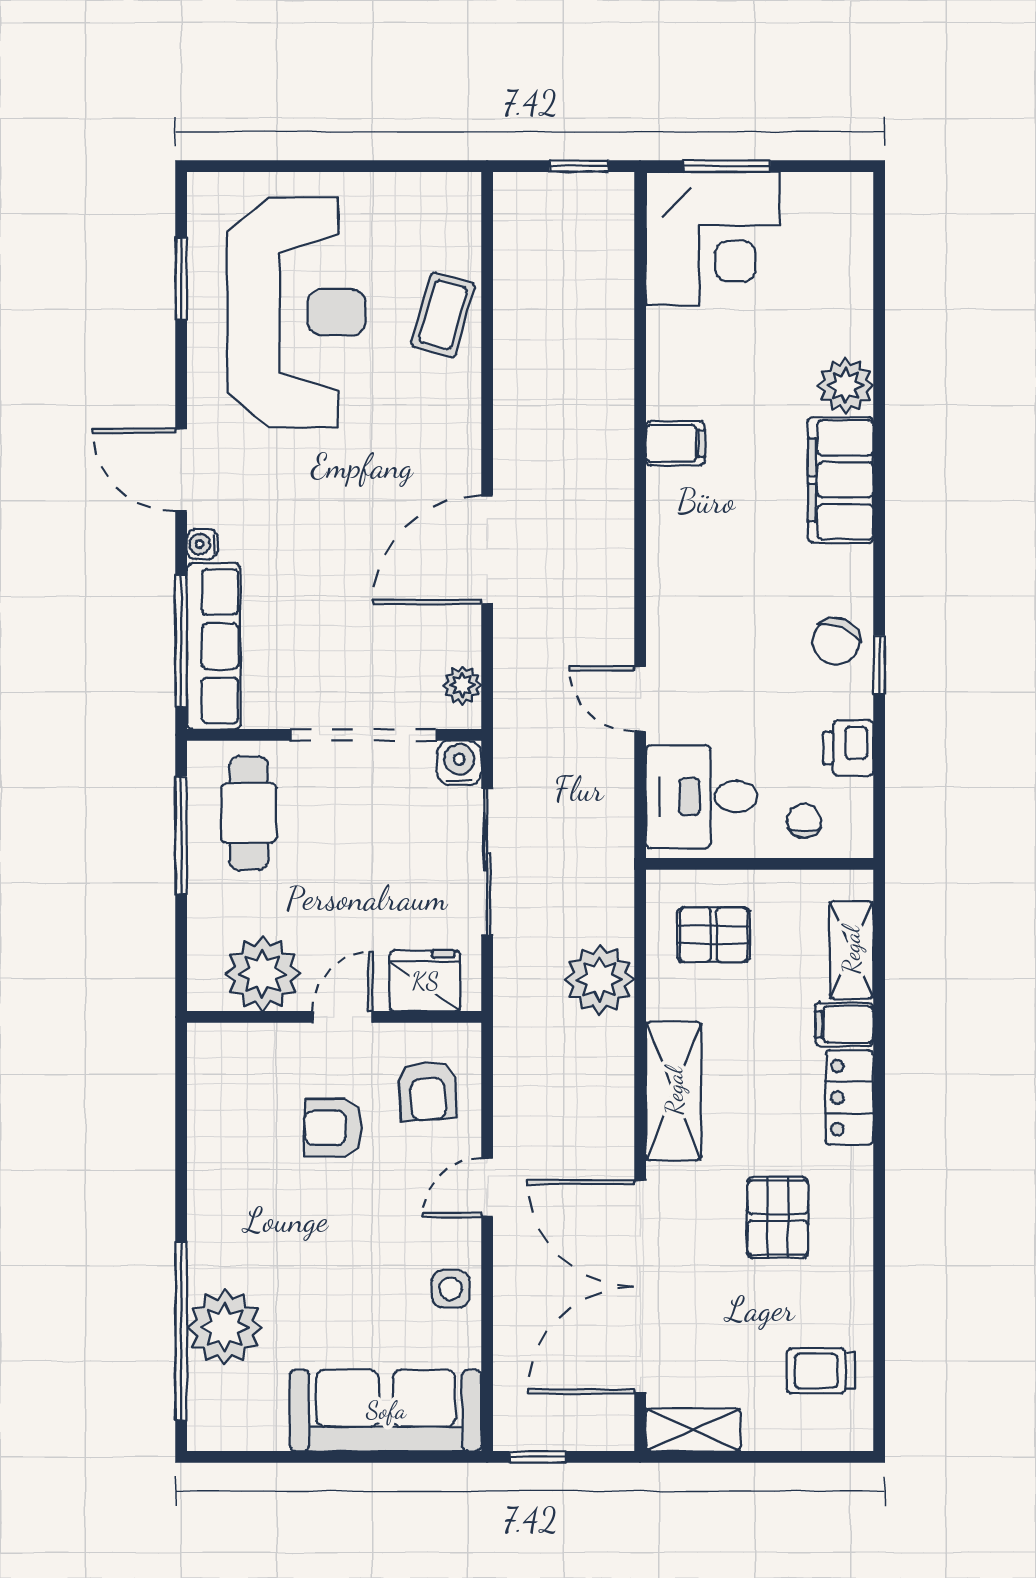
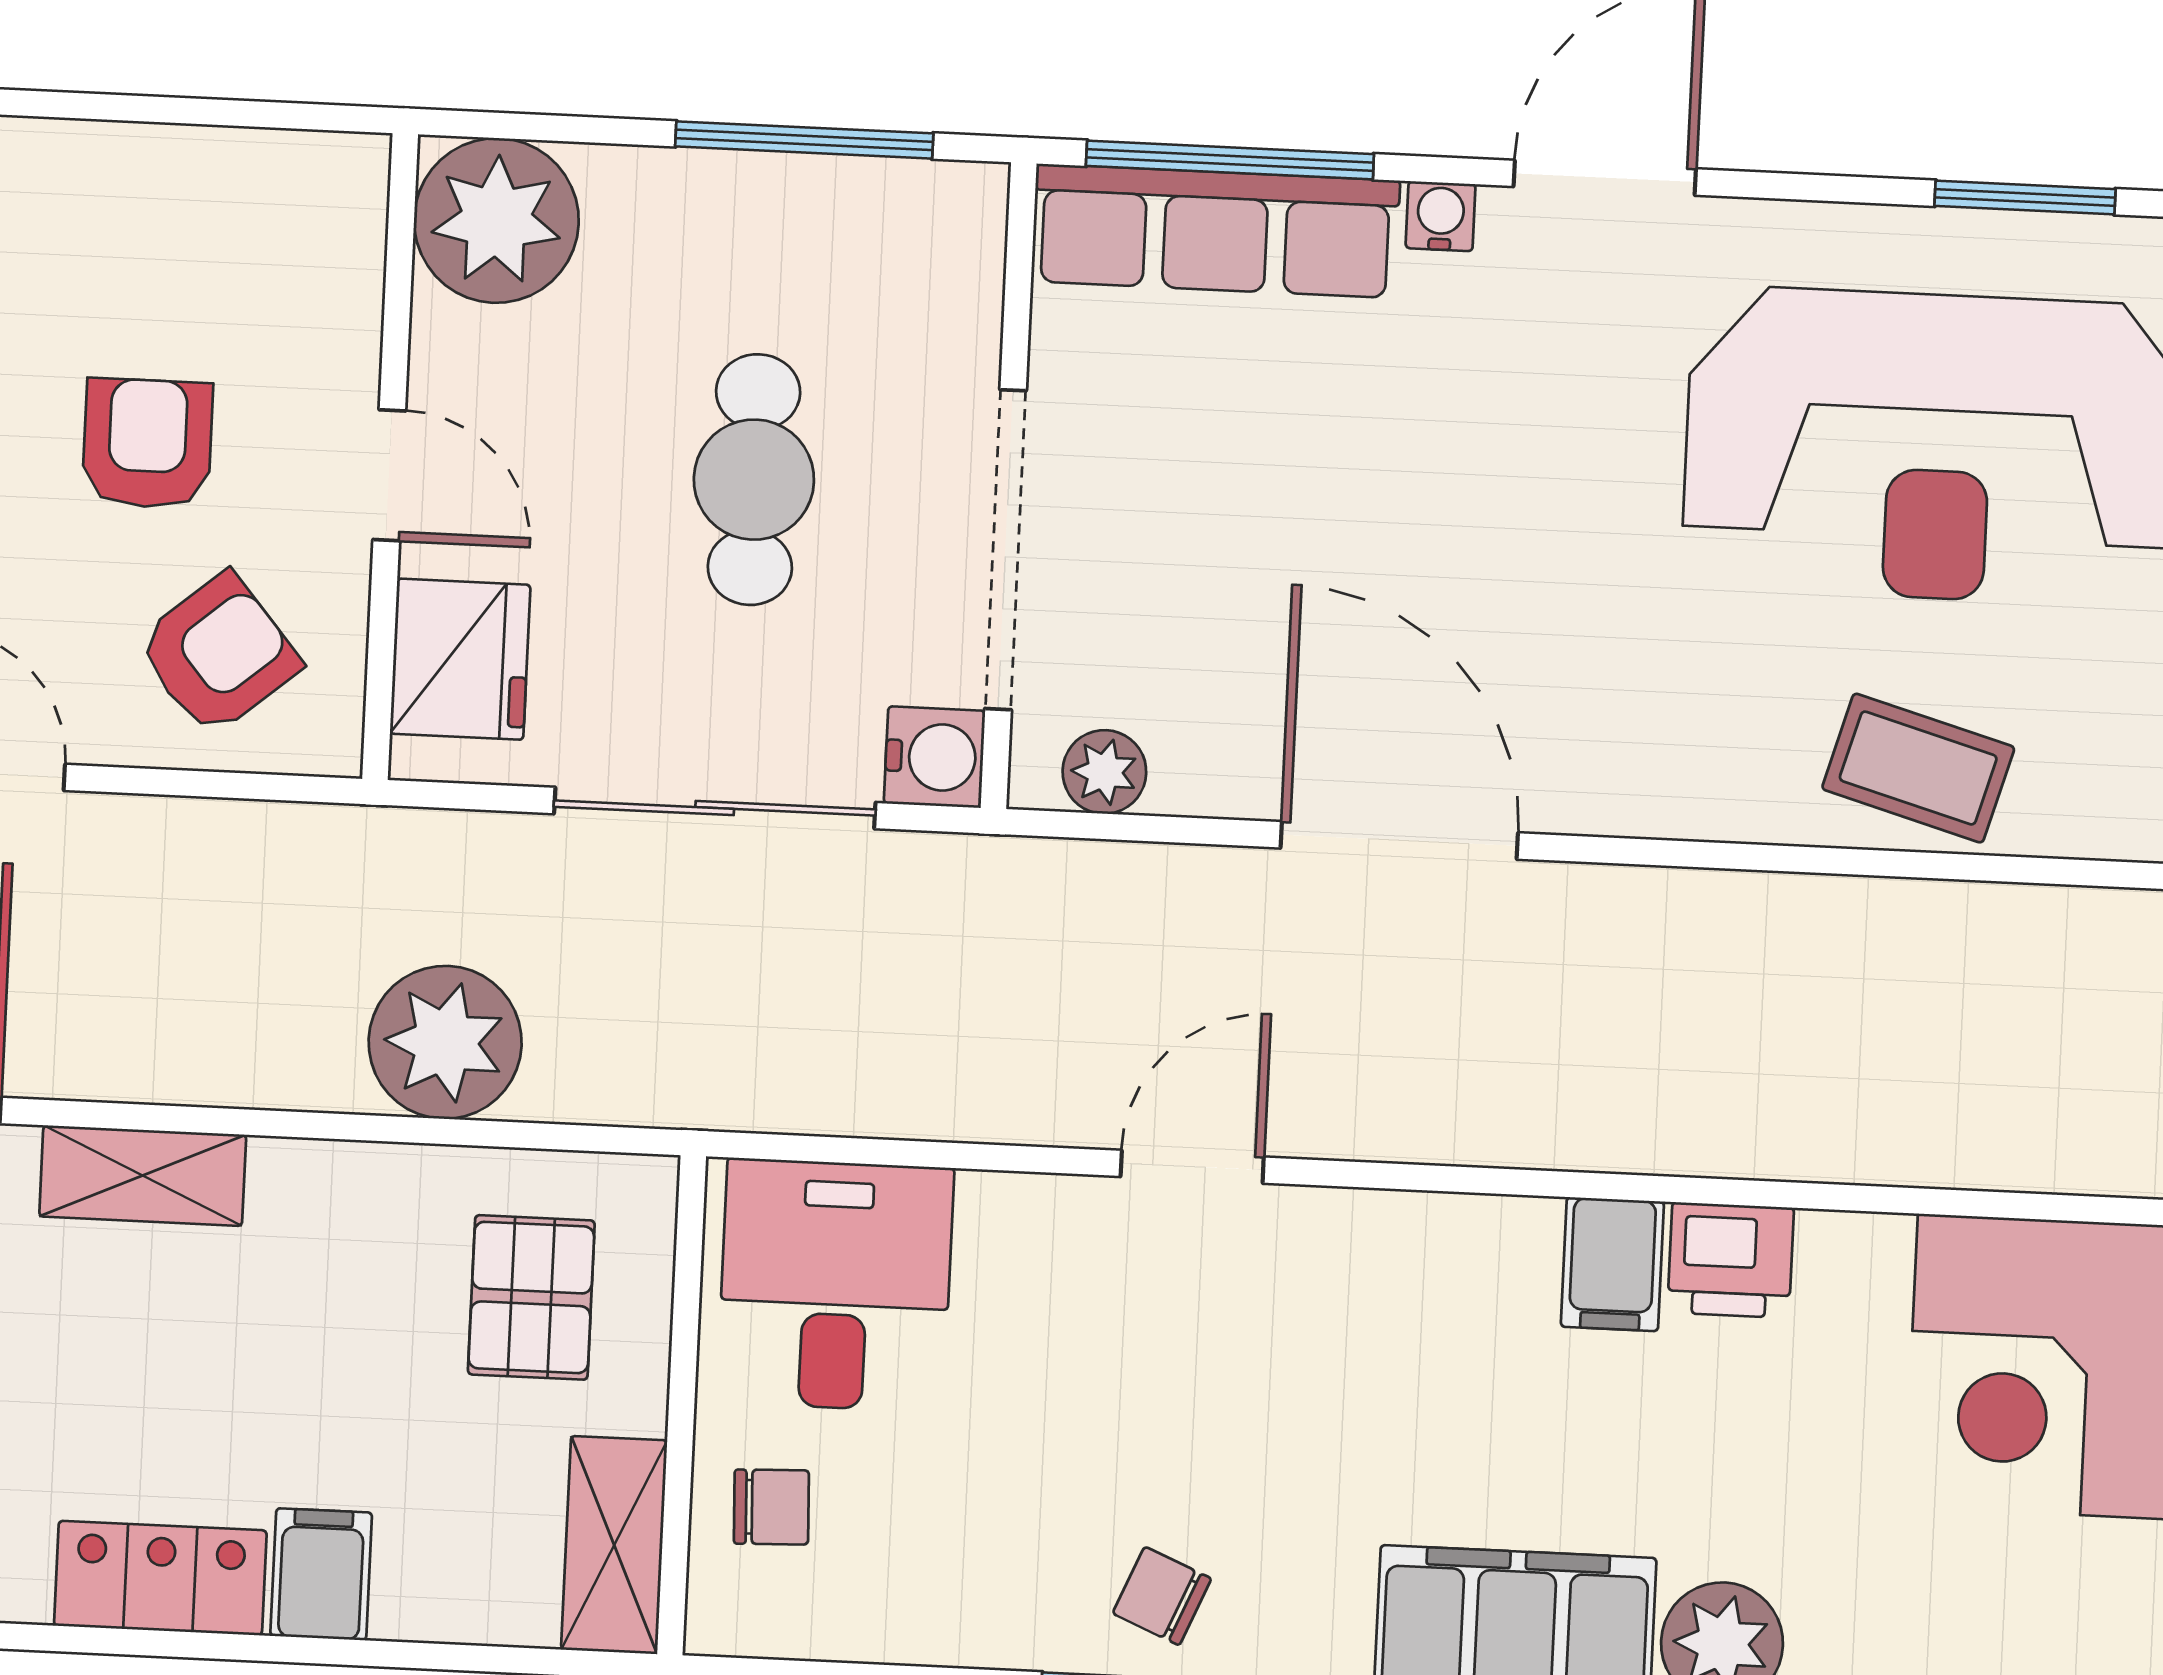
chair: (836, 641) -> (1162, 1596), width x0.73, depth x0.73
door: (640, 699) -> (1192, 1167), moved
printer: (848, 748) -> (1731, 1260), moved, turned 180
cafe table: (249, 813) -> (754, 480), moved, turned 90
shelving: (851, 950) -> (614, 1545), moved, turned 90
plant: (263, 974) -> (496, 220), moved
armchair: (428, 1091) -> (218, 654), turned 144
shelving: (674, 1091) -> (143, 1176), width x0.67, depth x0.75

